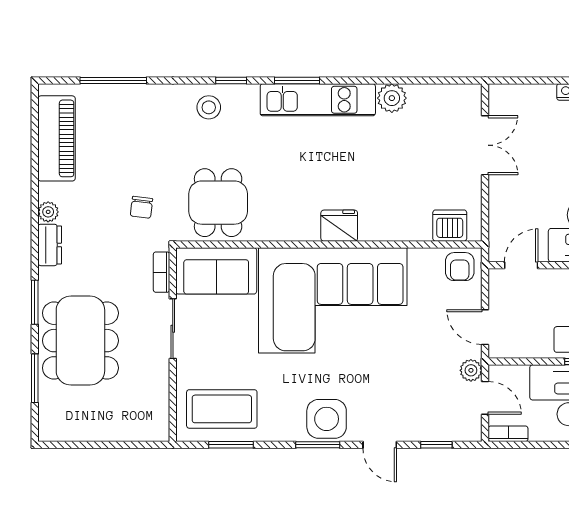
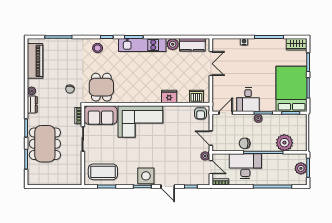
kitchen counter: (440, 99) -> (192, 45), added
fridge: (339, 226) -> (169, 97), moved
corner sofa: (333, 300) -> (140, 121), width x0.73, depth x0.74

